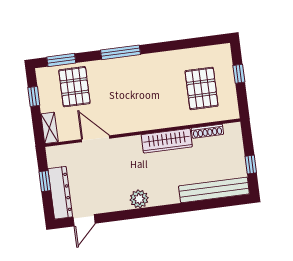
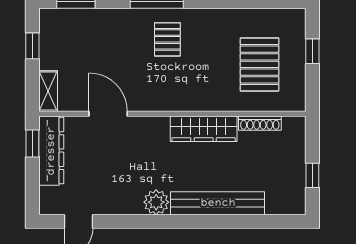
pallet: (74, 87) -> (167, 39), moved, width x0.67, depth x0.71
window: (45, 181) -> (32, 143), moved
bench: (214, 190) -> (218, 203), moved
dresser: (60, 193) -> (51, 151), moved

